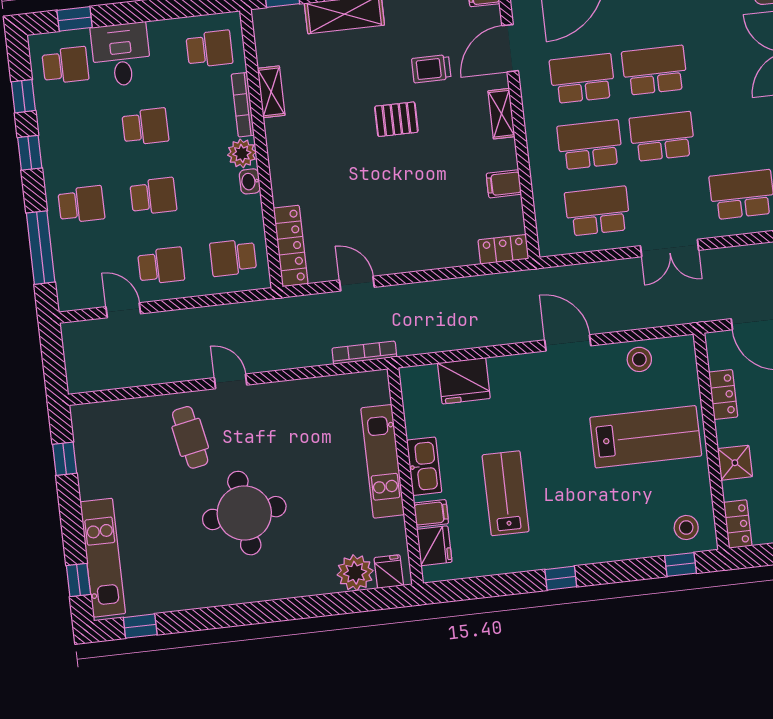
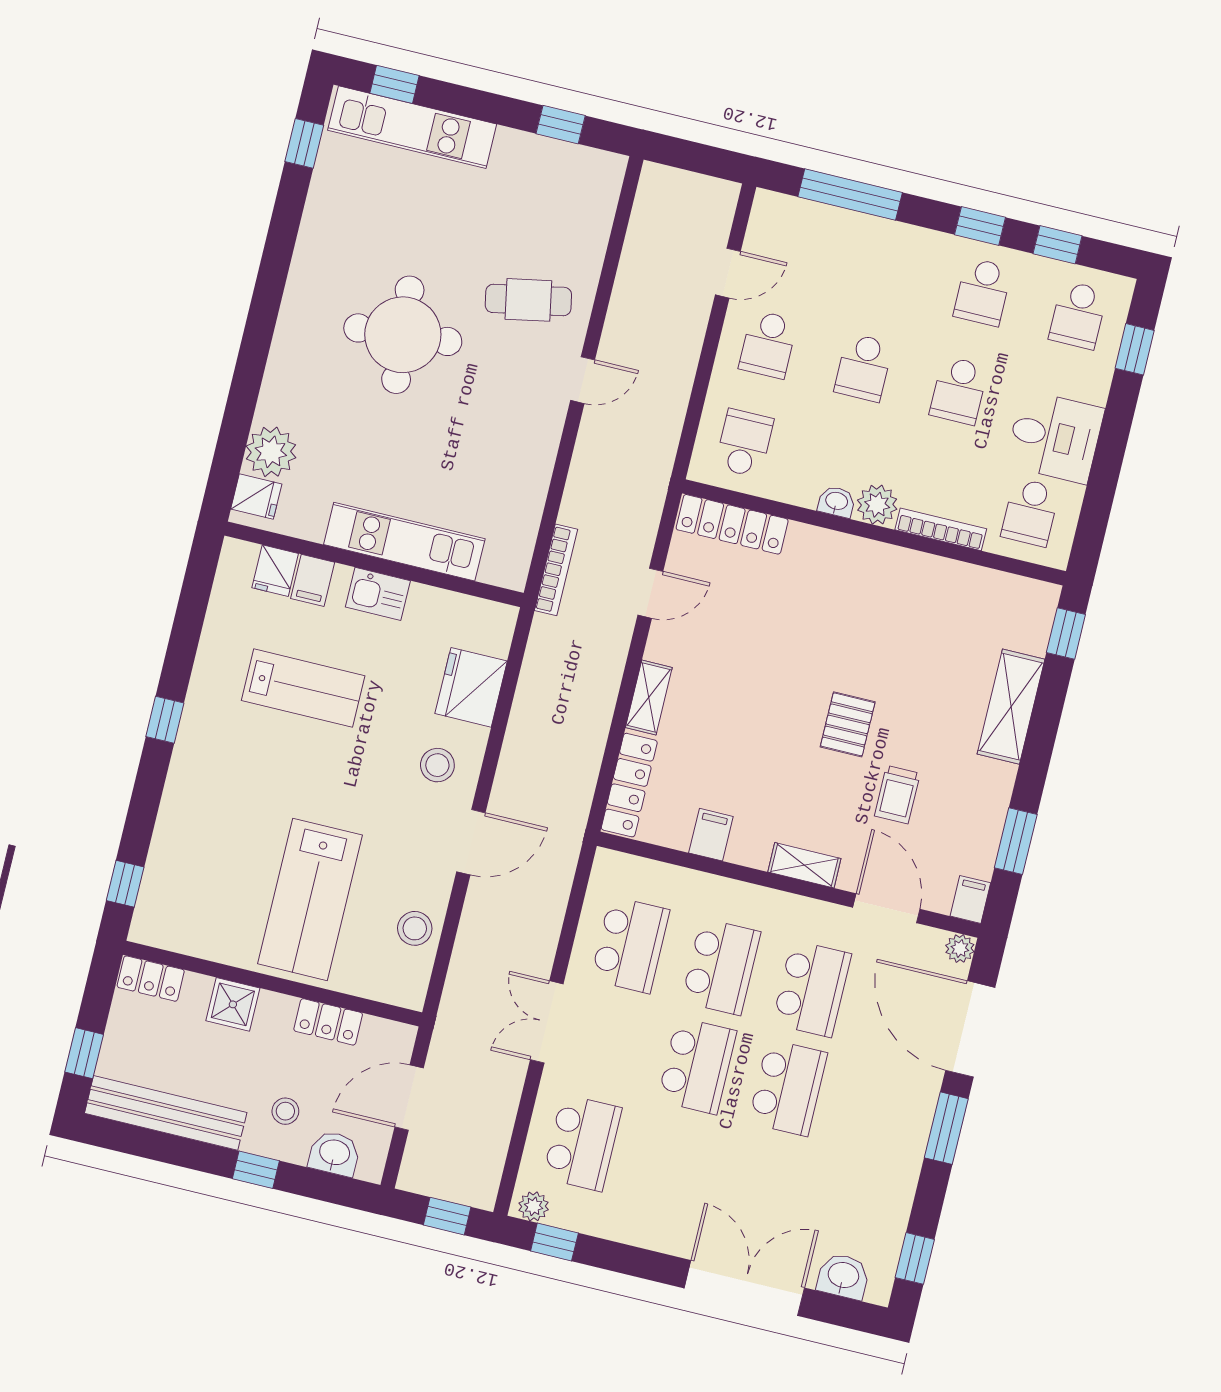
desk: (121, 55) -> (1055, 437), moved
trolley: (431, 69) -> (897, 795), turned 180
shelving: (271, 92) -> (649, 698), moved, turned 90
school desk: (81, 204) -> (983, 292), moved
locker: (503, 249) -> (629, 785), width x1.53
kitchen sink: (424, 466) -> (378, 594), width x0.73
stool: (686, 528) -> (437, 765), moved
fridge: (434, 546) -> (275, 571), width x0.72

